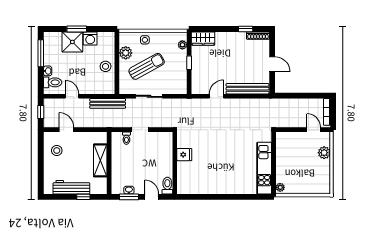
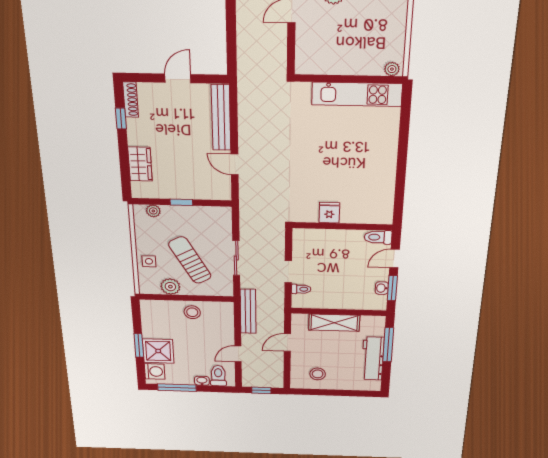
washing machine: (90, 38) -> (155, 371), moved
wardrobe: (203, 39) -> (140, 164), moved
door: (66, 130) -> (287, 343), moved
window: (83, 197) -> (388, 345), width x2.17

